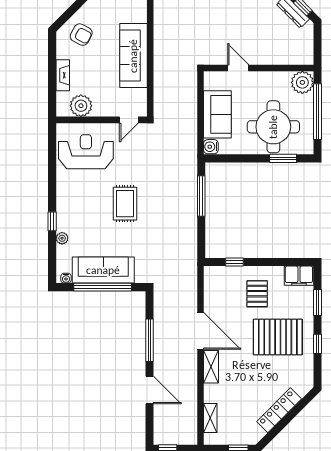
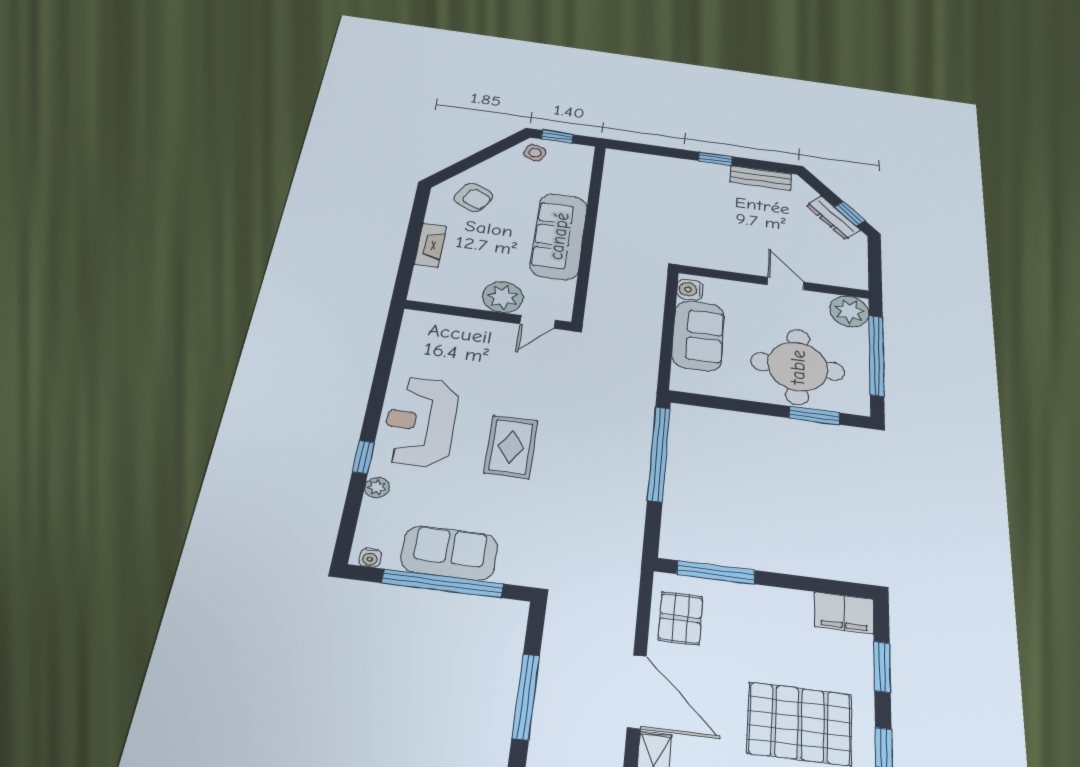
door: (238, 68) -> (786, 283), moved
plant: (81, 106) -> (503, 297), moved
water cooler: (211, 147) -> (690, 290), moved
reception desk: (86, 152) -> (421, 422), moved, turned -90
window: (201, 196) -> (659, 454), width x1.46
window: (235, 262) -> (716, 572), width x2.17
sofa: (103, 270) -> (449, 553), width x0.73
pallet: (257, 294) -> (680, 618), moved

